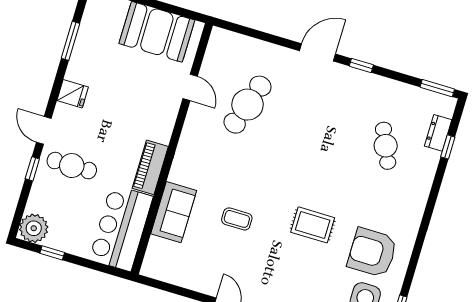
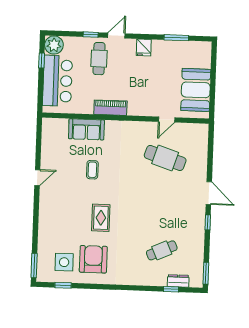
bar counter: (121, 228) -> (58, 81), moved, turned 90

